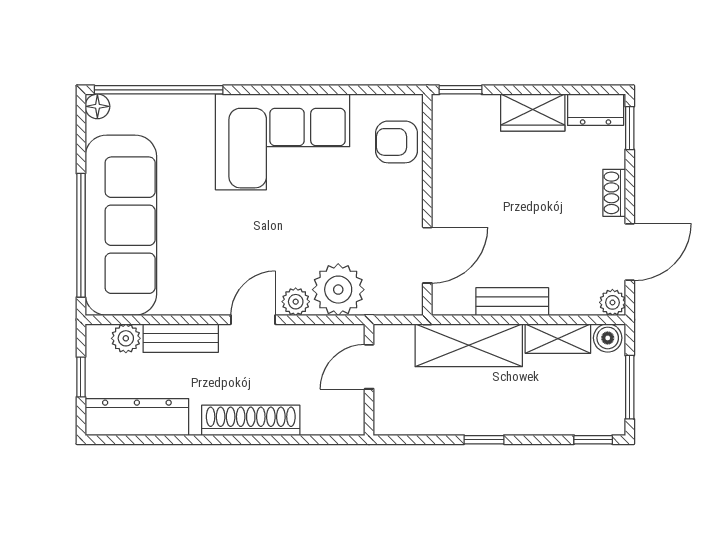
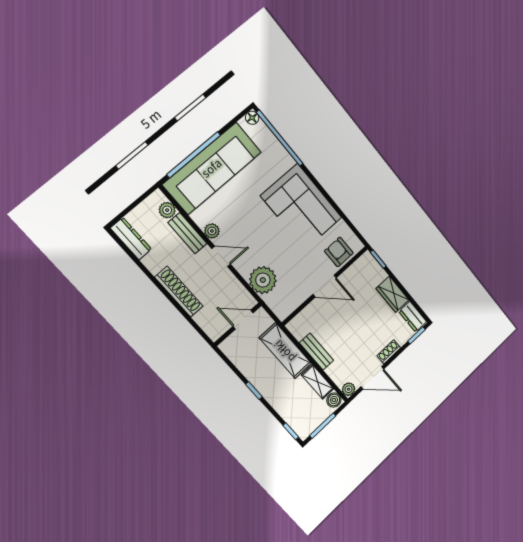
door: (427, 255) -> (325, 286), moved
plant: (296, 302) -> (212, 231), moved
window: (81, 377) -> (134, 205), removed
dresser: (137, 417) -> (131, 239), width x0.73, depth x0.80

